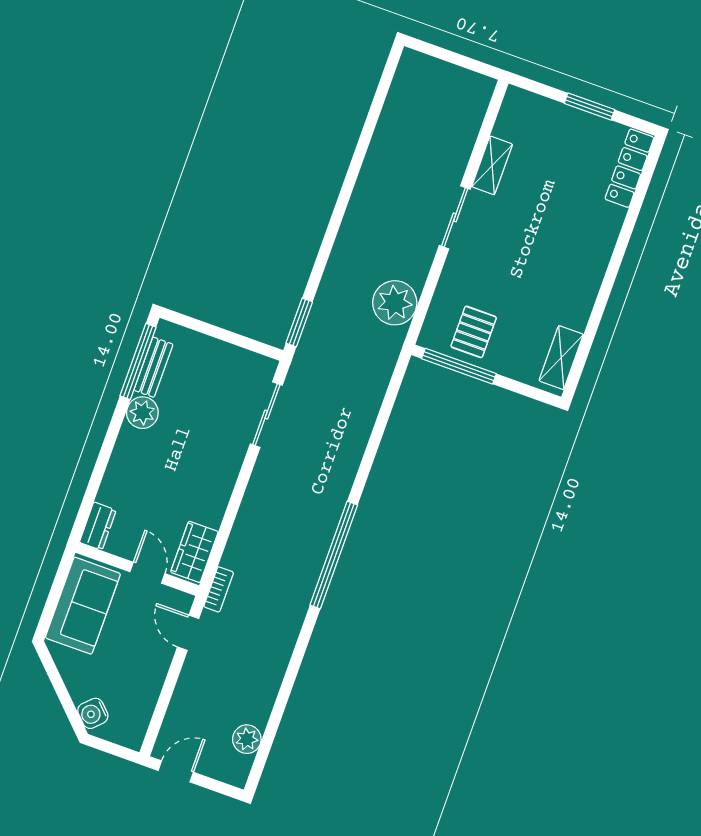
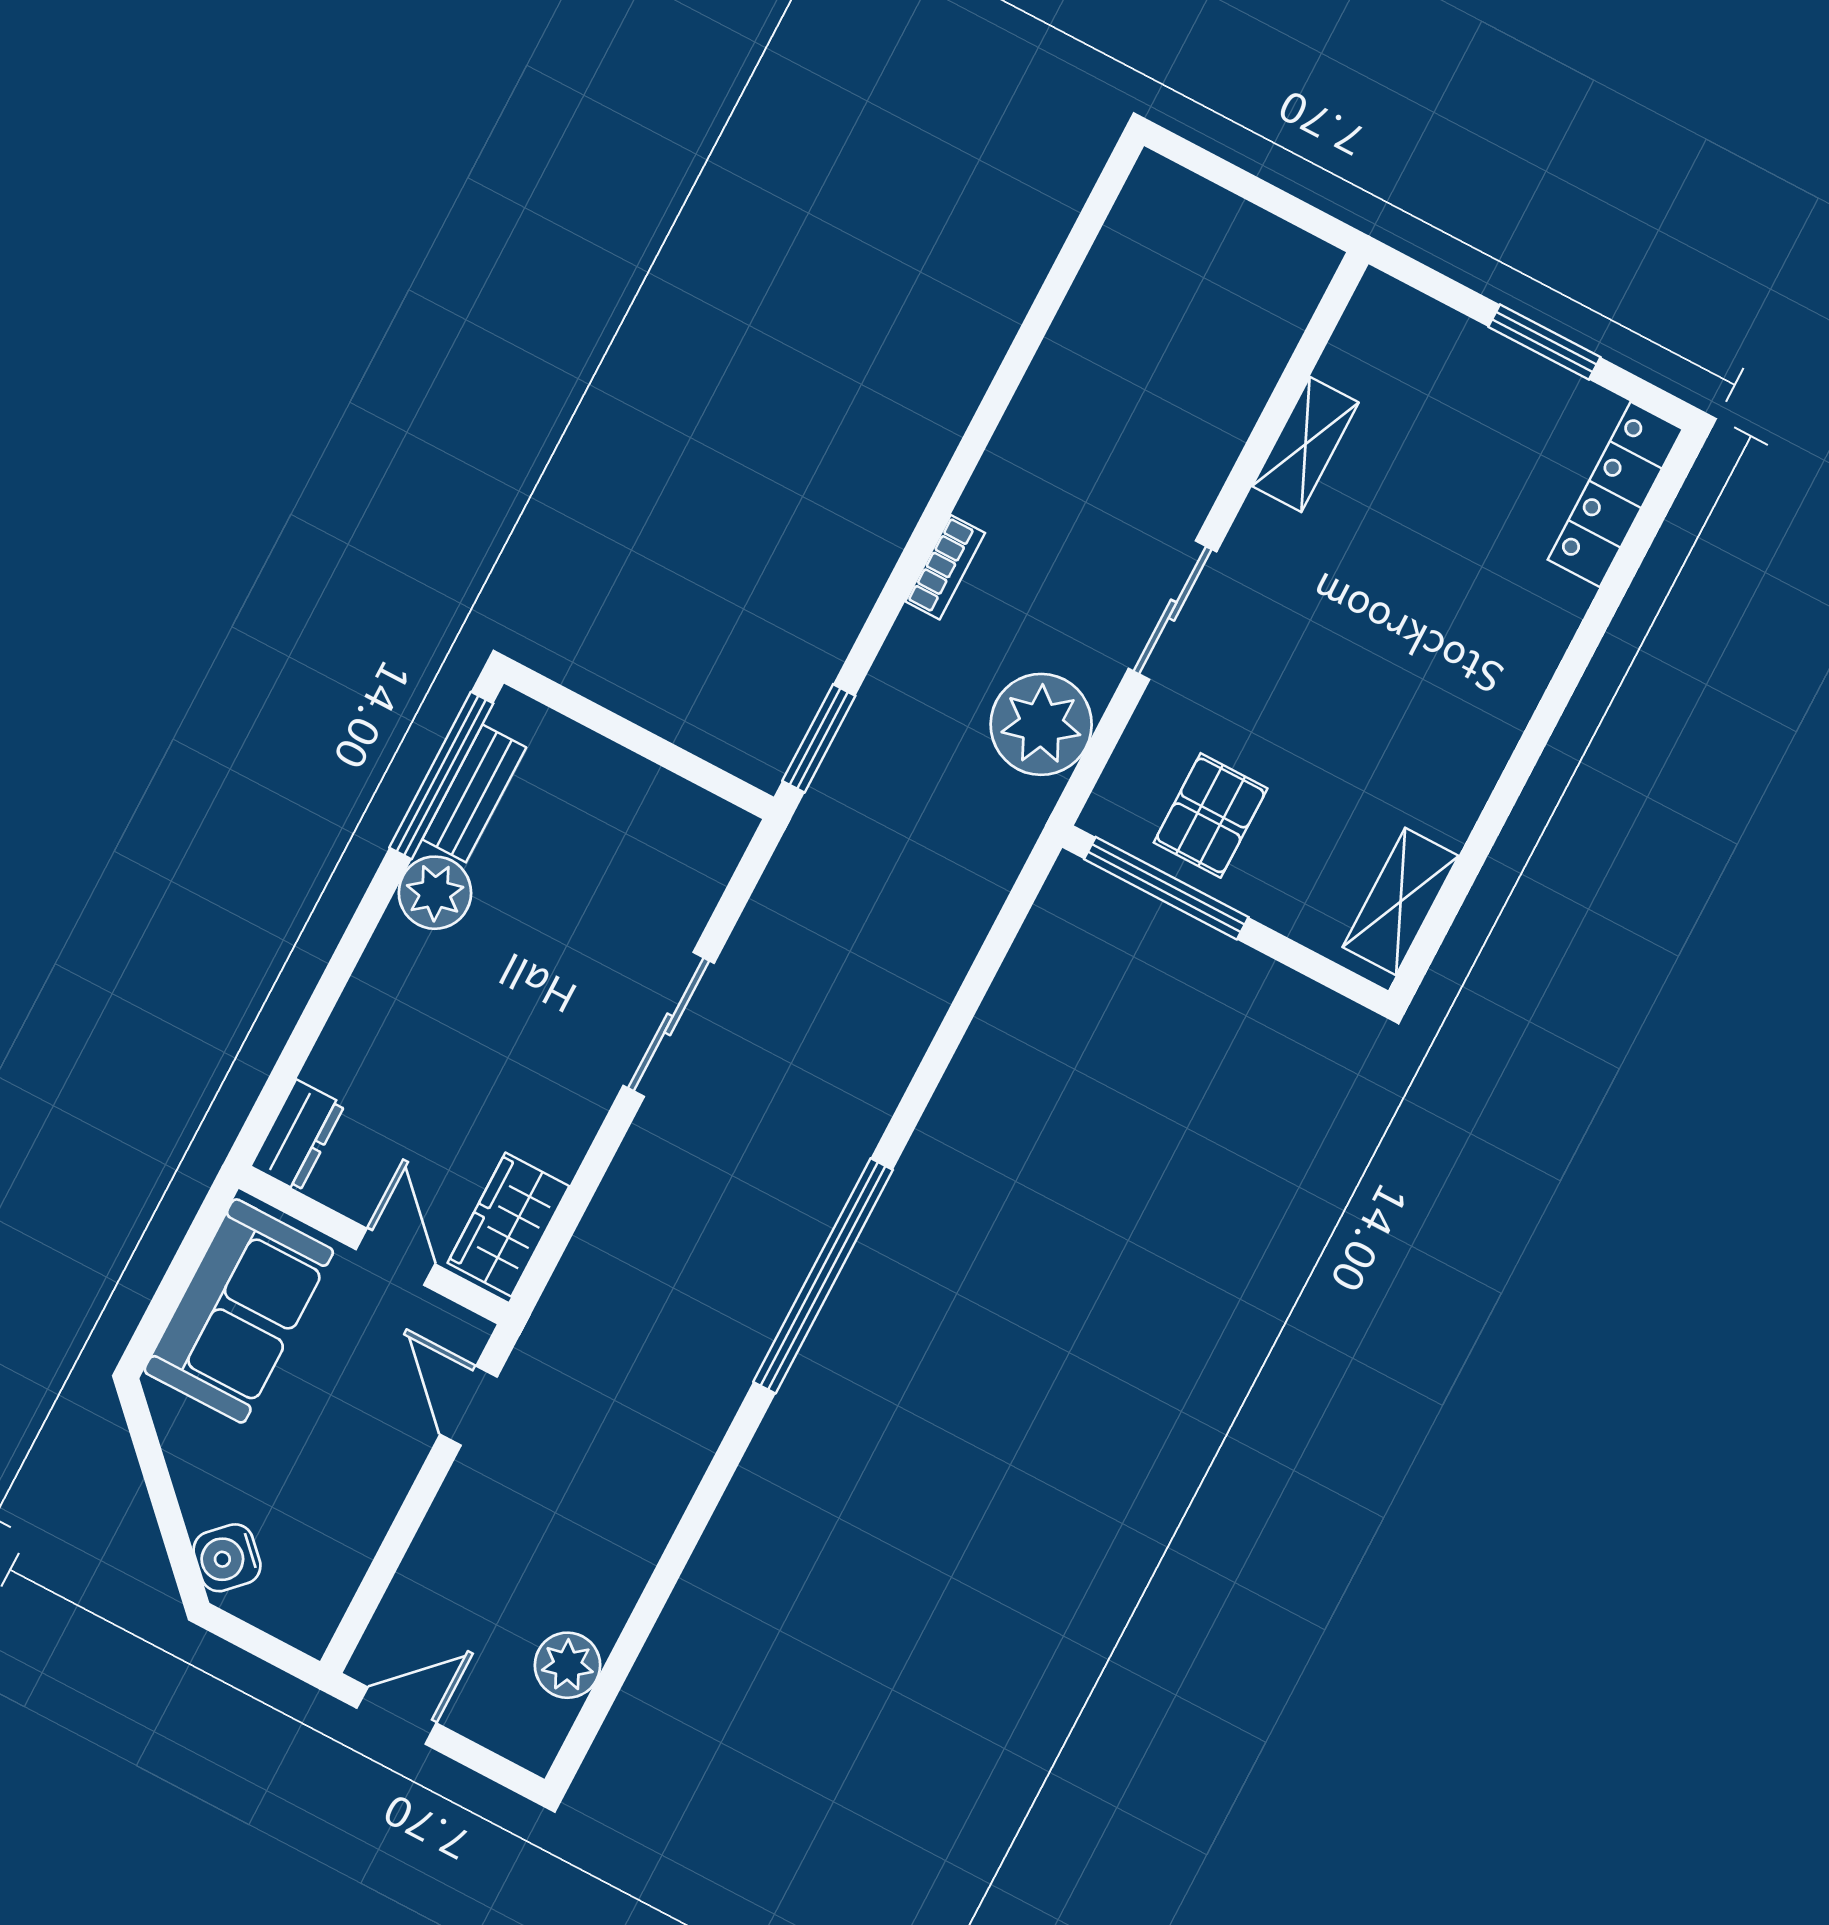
sliding door: (455, 217) -> (1173, 610), moved
sliding door: (266, 415) -> (669, 1024), moved
bookcase: (219, 589) -> (945, 567), moved

